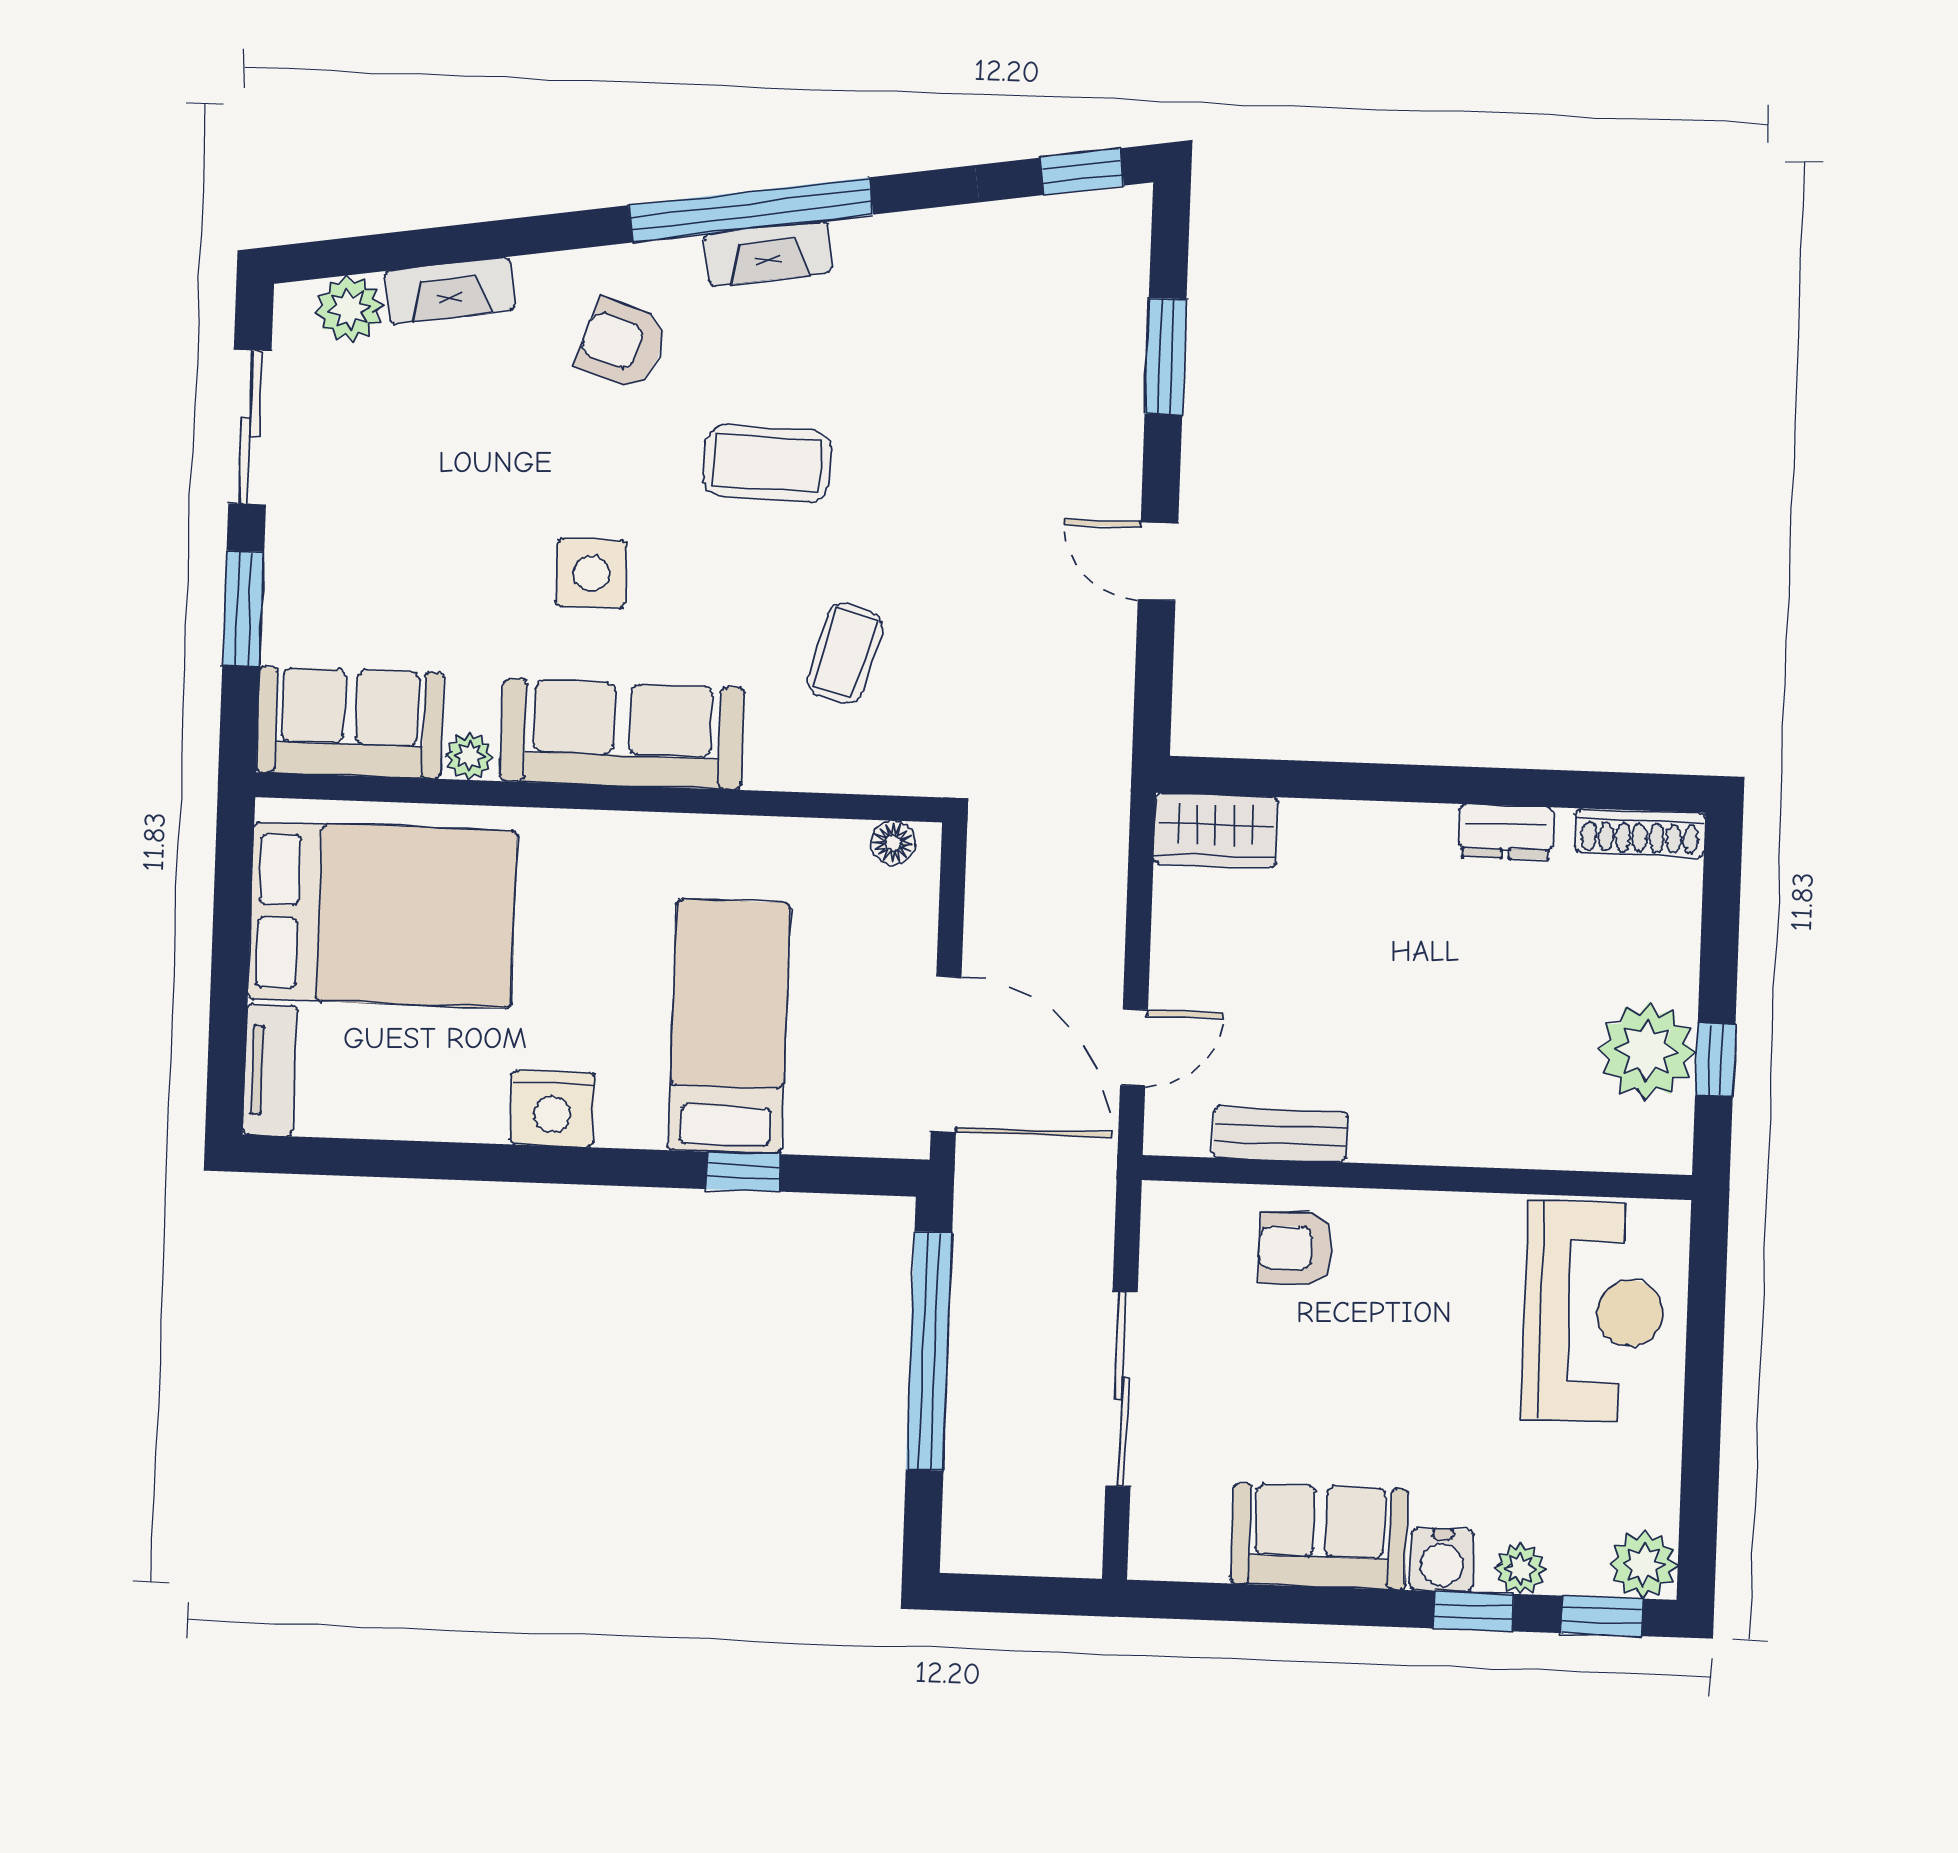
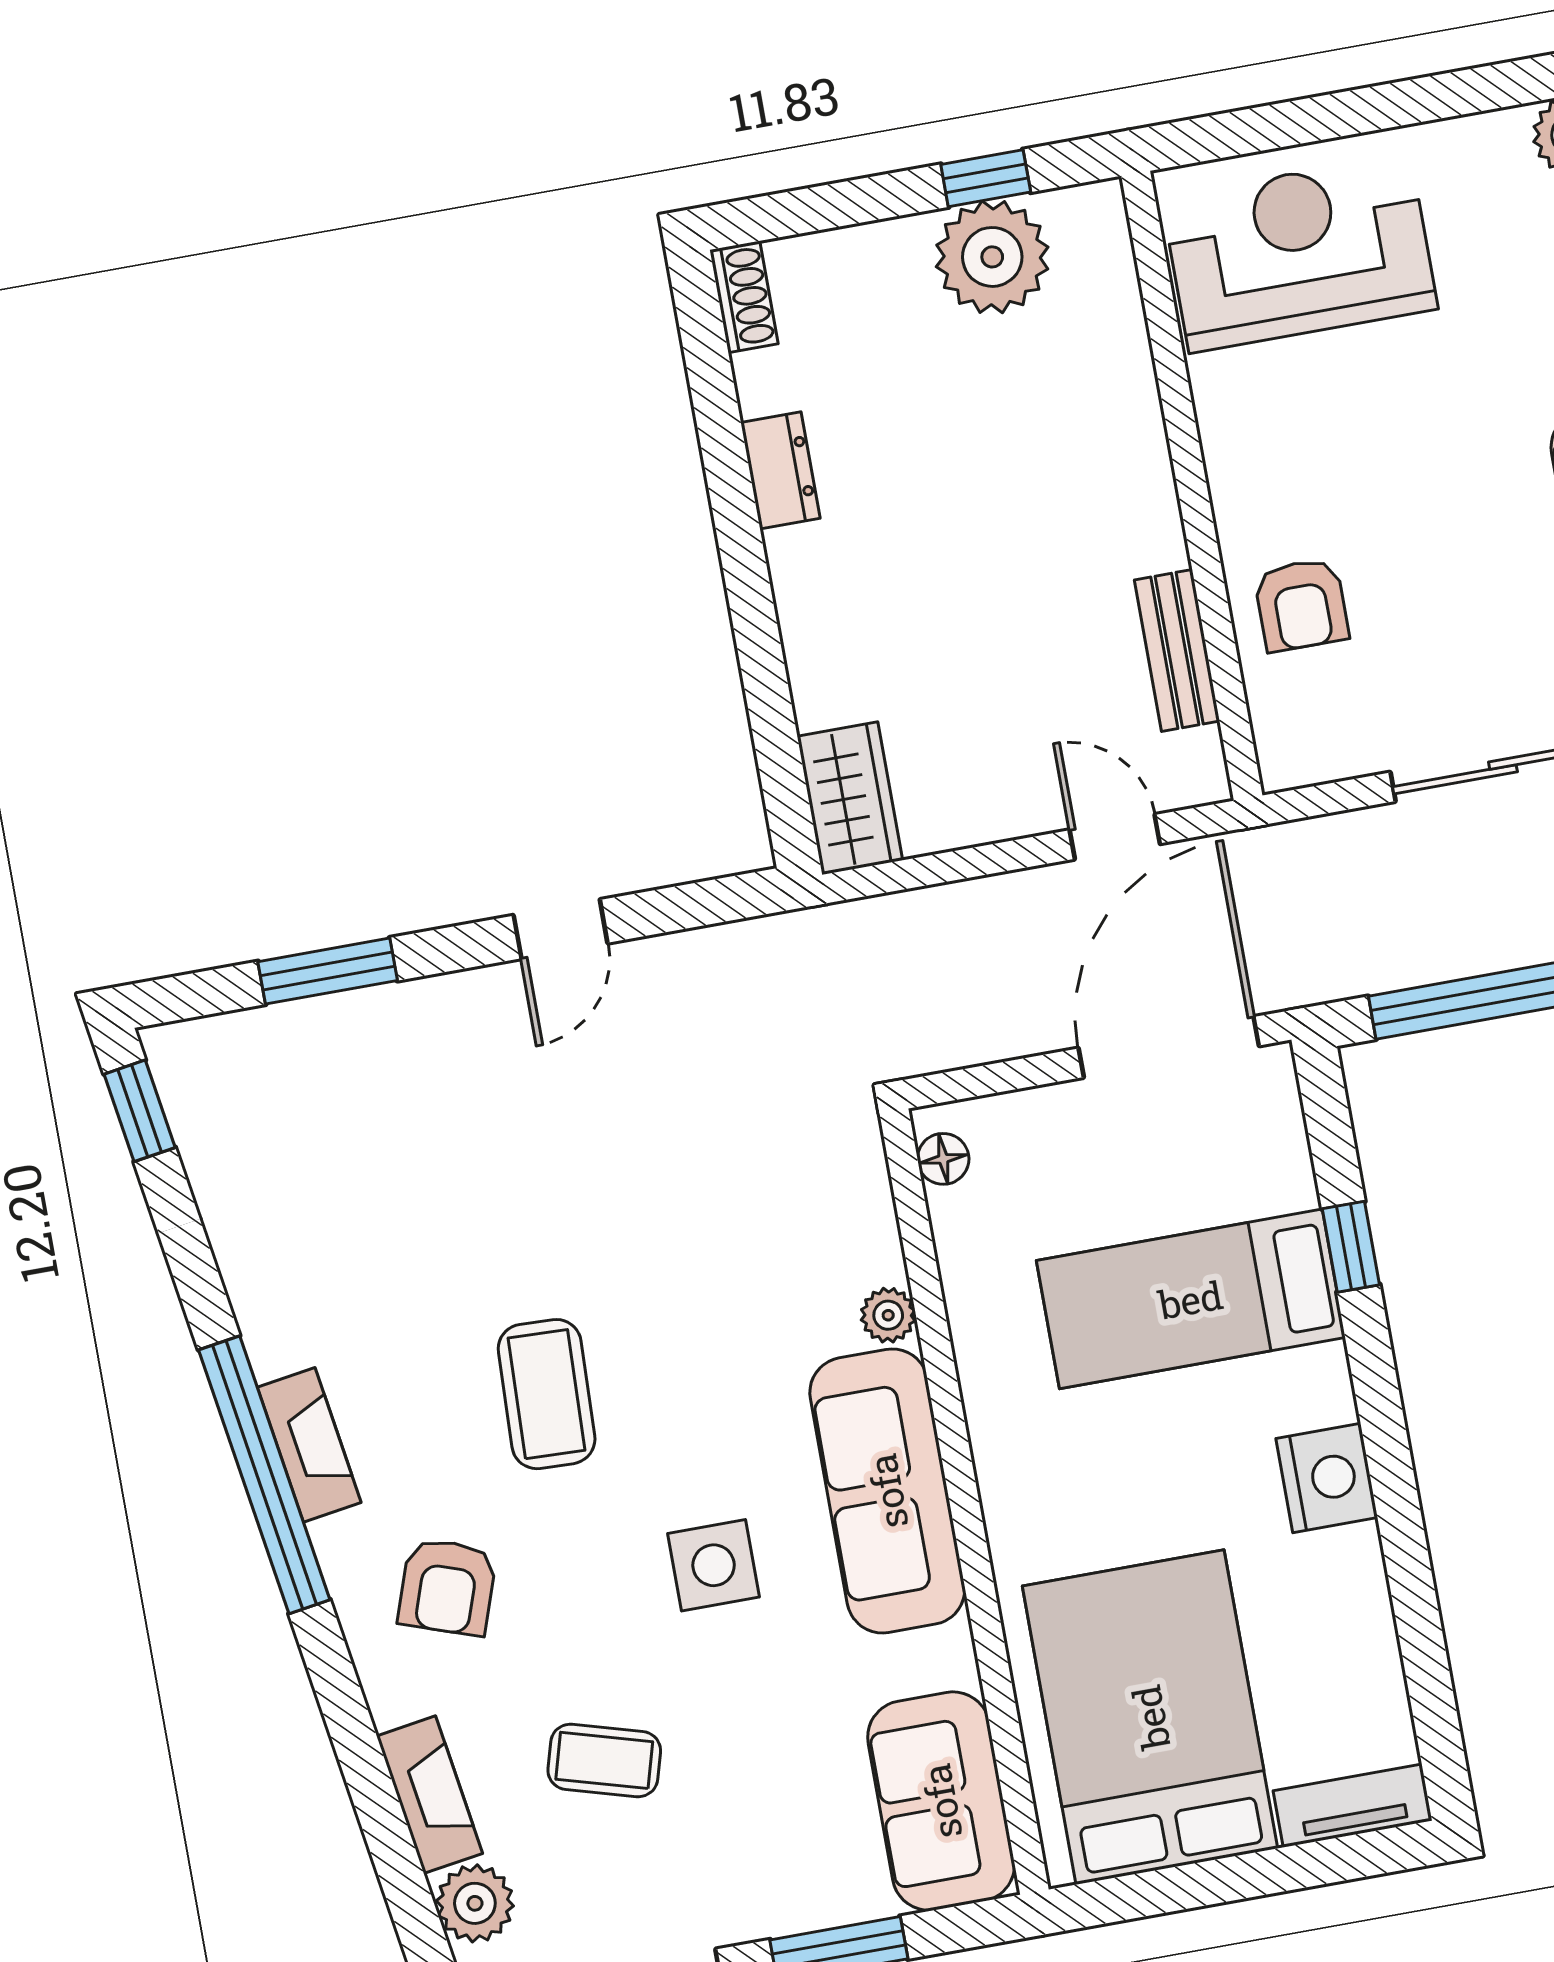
coffee table: (845, 653) -> (604, 1760), moved
plant: (469, 756) -> (888, 1315), moved
shoe rack: (1640, 833) -> (744, 297), width x0.70

